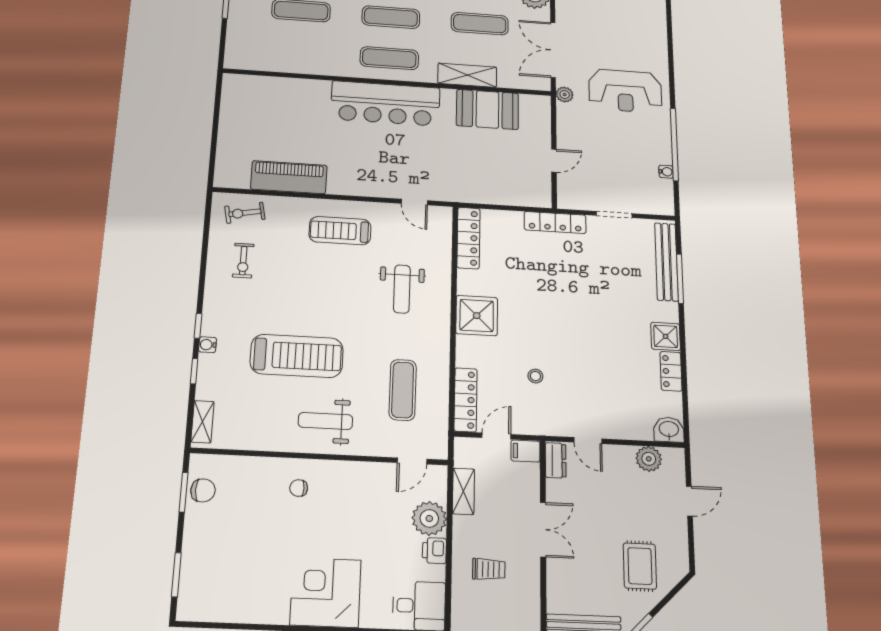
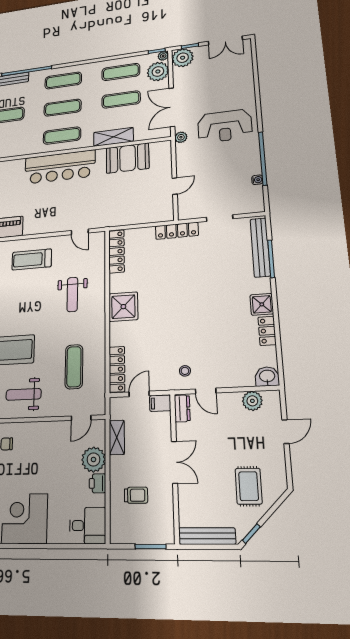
stool: (535, 376) -> (185, 371), moved

